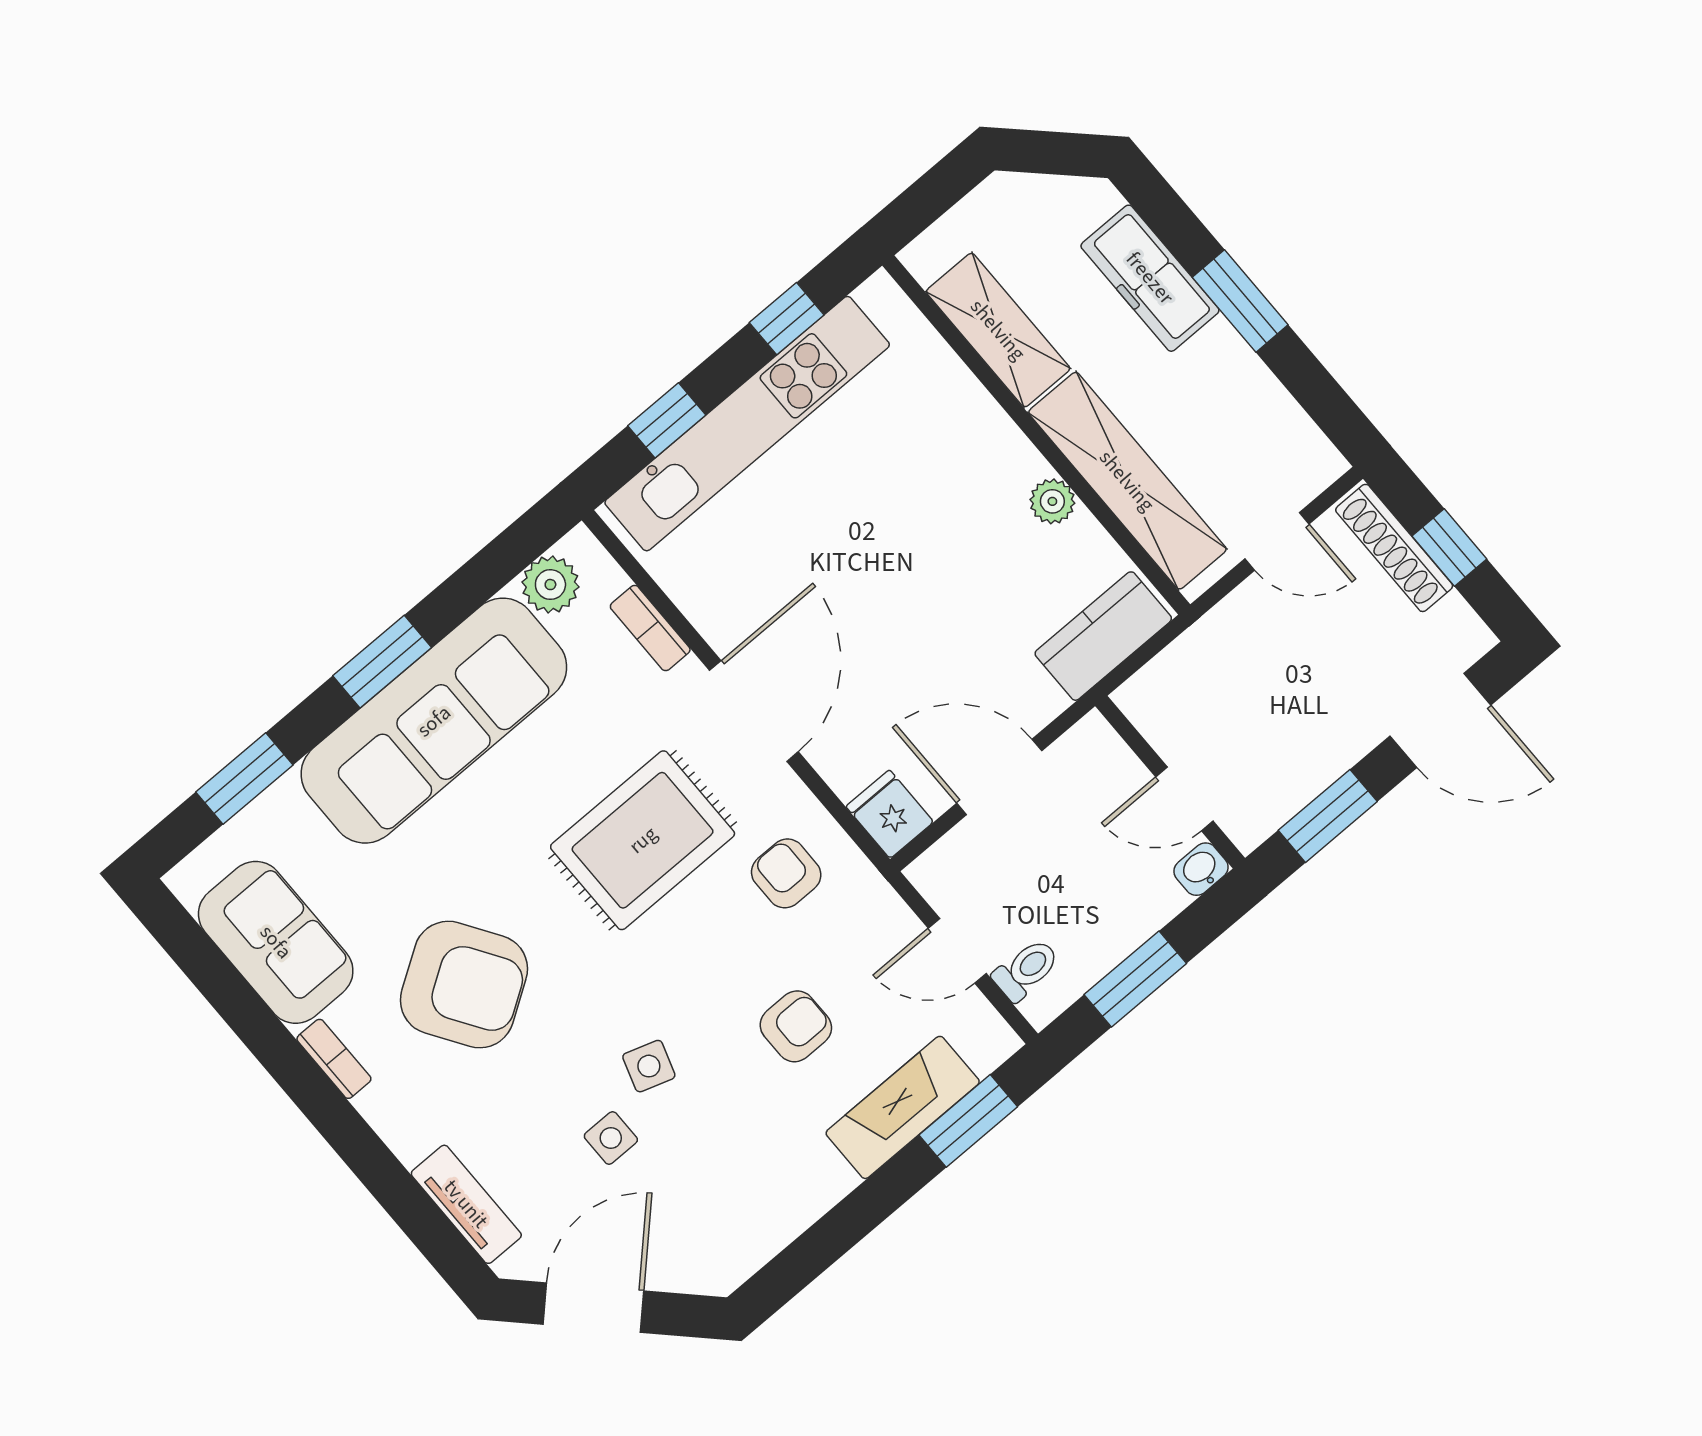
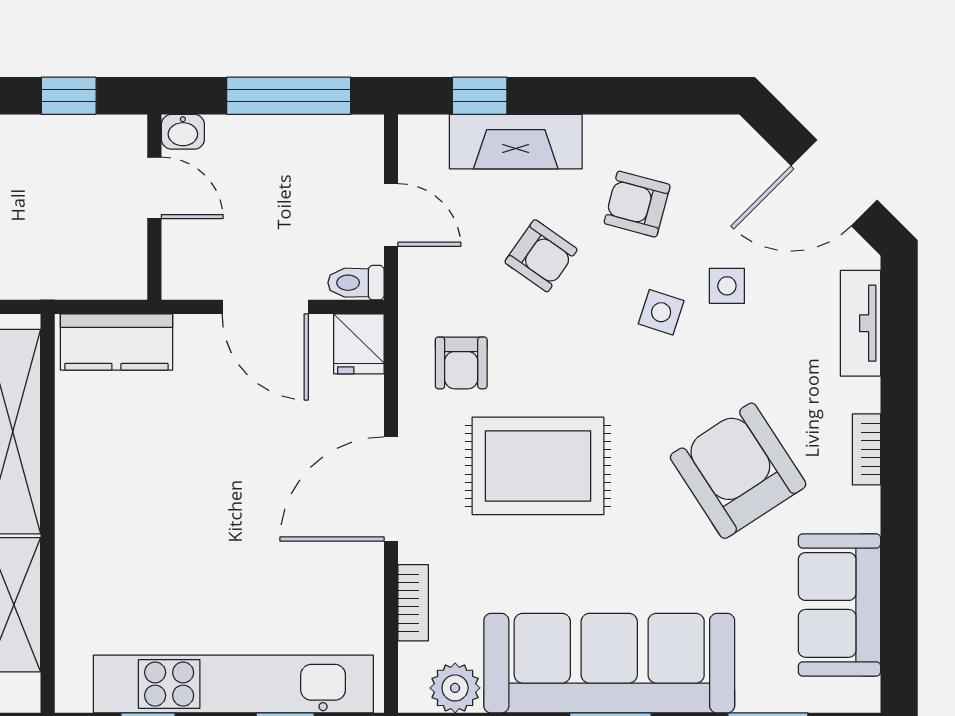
plant: (1052, 501) -> (74, 460), removed
window: (1328, 816) -> (69, 96), width x0.67
toilet: (1026, 970) -> (356, 283), moved
window: (1135, 979) -> (289, 96), width x1.44
armchair: (796, 1026) -> (541, 256), turned -145
bookcase: (334, 1059) -> (866, 449), moved
window: (968, 1121) -> (480, 96), width x0.67
armchair: (750, 1143) -> (637, 204), added

